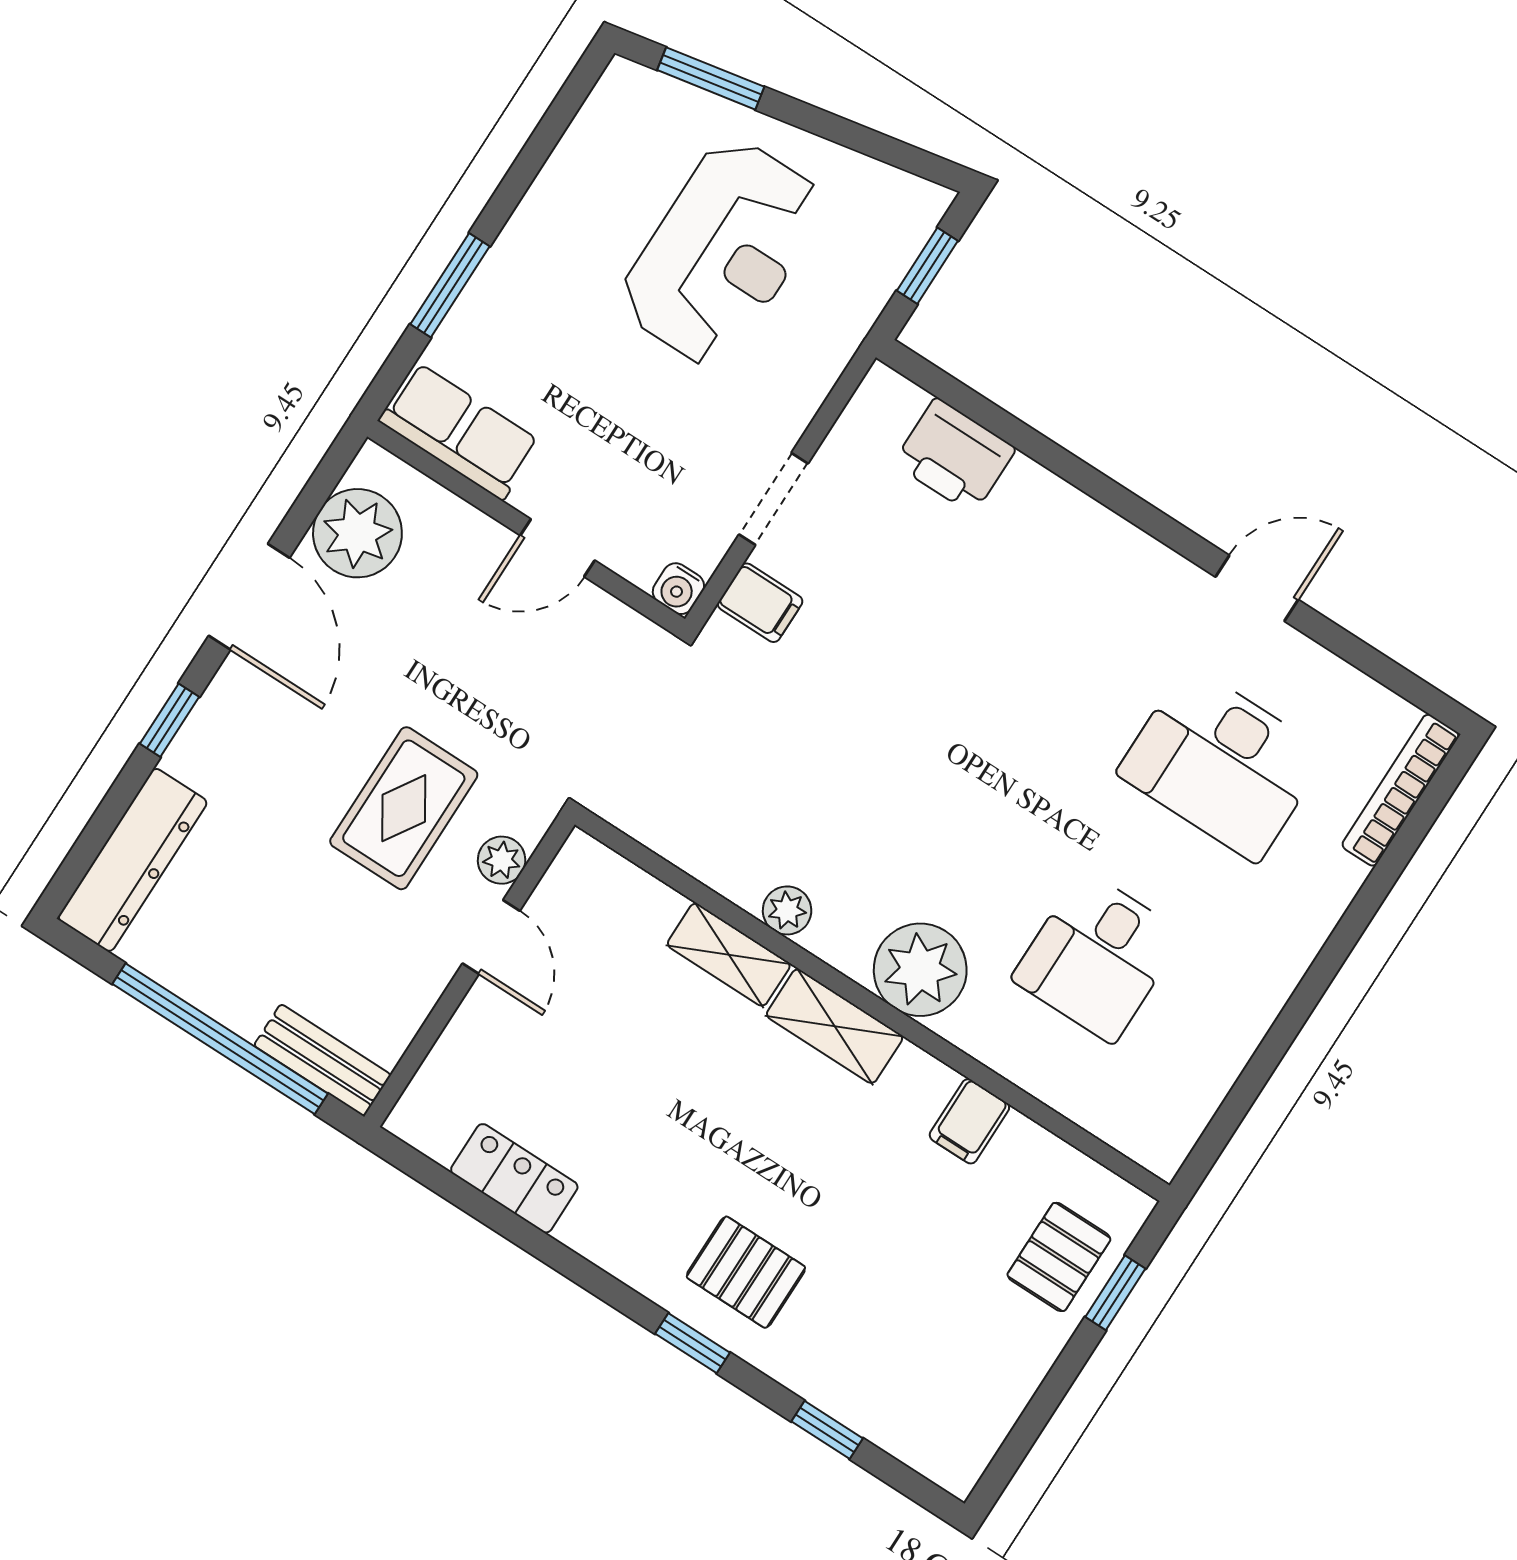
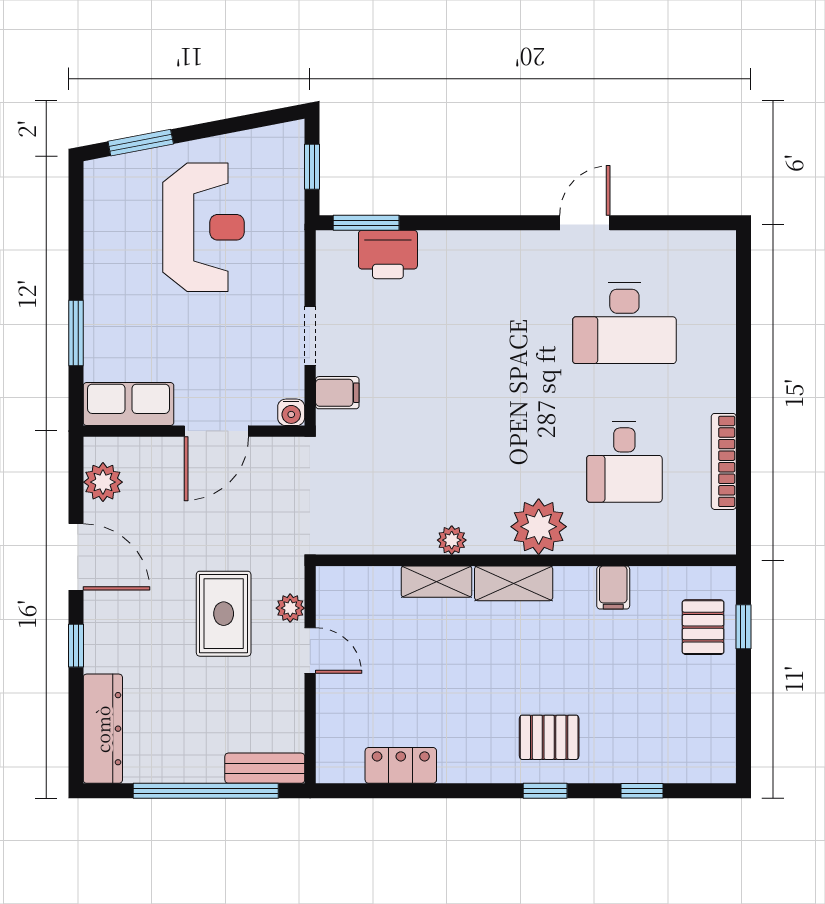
window: (953, 392) -> (366, 223), added
plant: (357, 533) -> (103, 482), width x0.73, depth x0.73
door: (557, 548) -> (216, 431), width x1.38
bookcase: (1400, 790) -> (724, 461), moved

